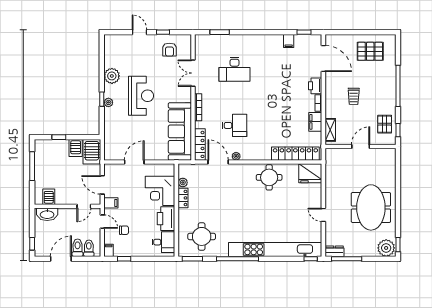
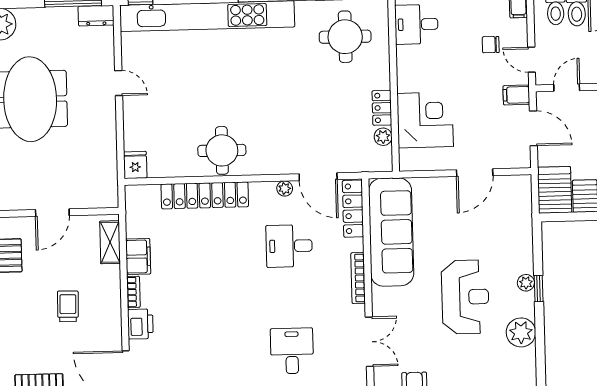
desk: (235, 69) -> (292, 351), width x0.73
reception desk: (141, 96) -> (465, 297), turned 180
locker: (295, 154) -> (205, 195), moved
fridge: (310, 173) -> (135, 165), width x0.53, depth x0.75
printer: (166, 219) -> (412, 68), removed

